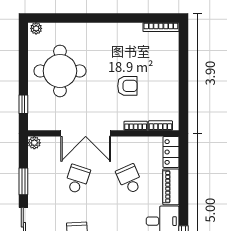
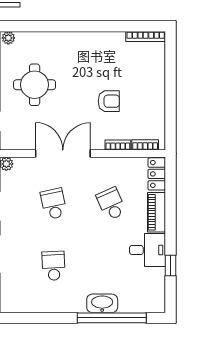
round table: (60, 71) -> (35, 85), width x0.73, depth x0.73
double door: (86, 133) -> (63, 153), swing flipped
school desk: (77, 179) -> (54, 204), turned -30

